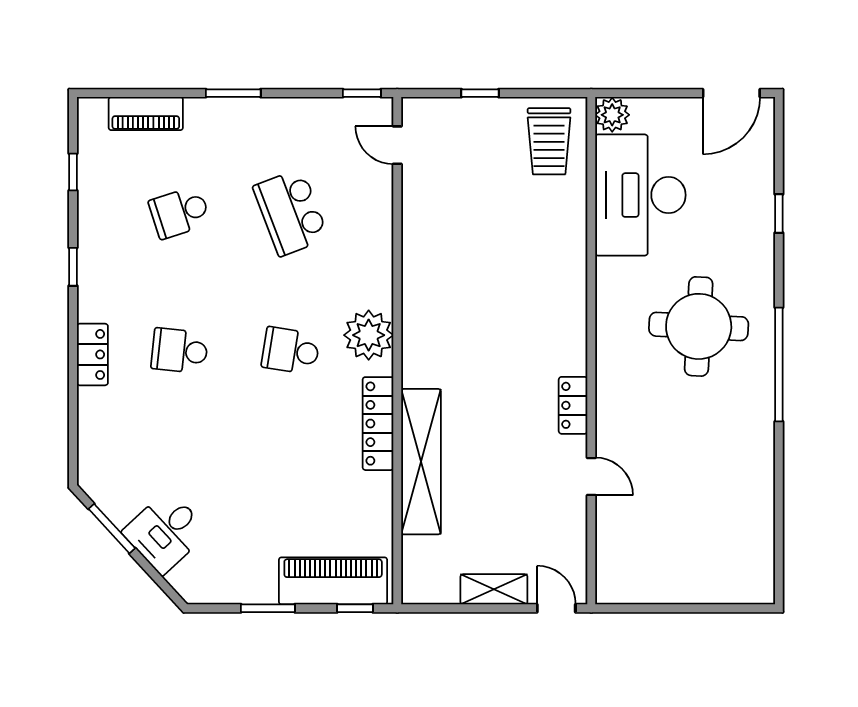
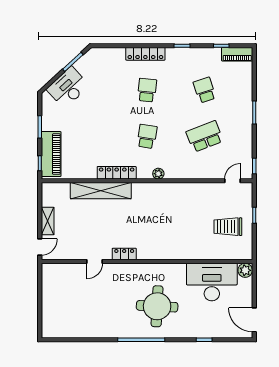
piano: (146, 114) -> (237, 54), moved, turned -90
trolley: (549, 141) -> (228, 227), moved
plant: (369, 335) -> (158, 174), width x0.53, depth x0.53
locker: (92, 354) -> (145, 54), width x1.53
desk: (165, 532) -> (68, 87), width x1.37

